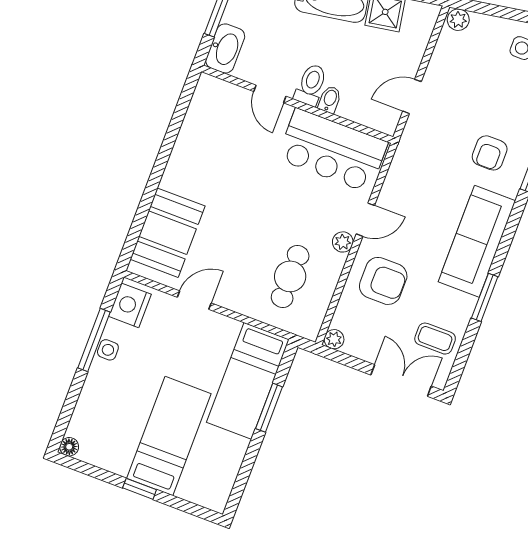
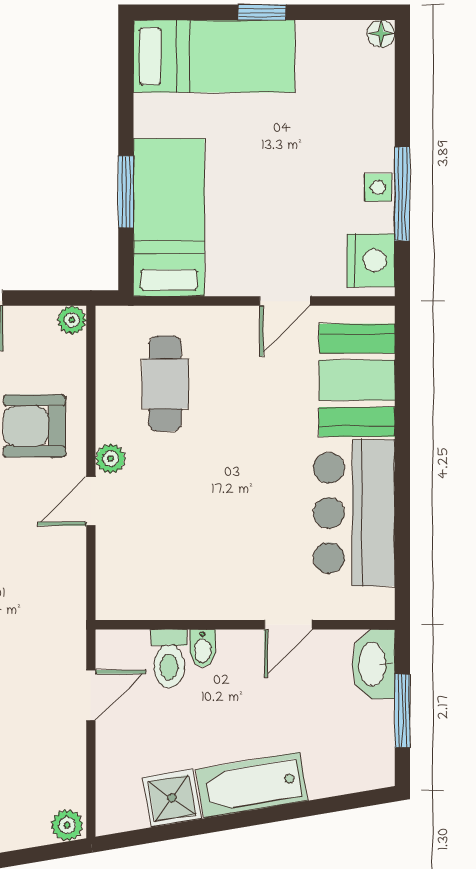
toilet: (311, 85) -> (169, 659), moved
door: (270, 94) -> (288, 625), swing flipped
bar counter: (332, 150) -> (354, 513), moved, turned -90
bed: (169, 436) -> (214, 56), moved, turned -90

